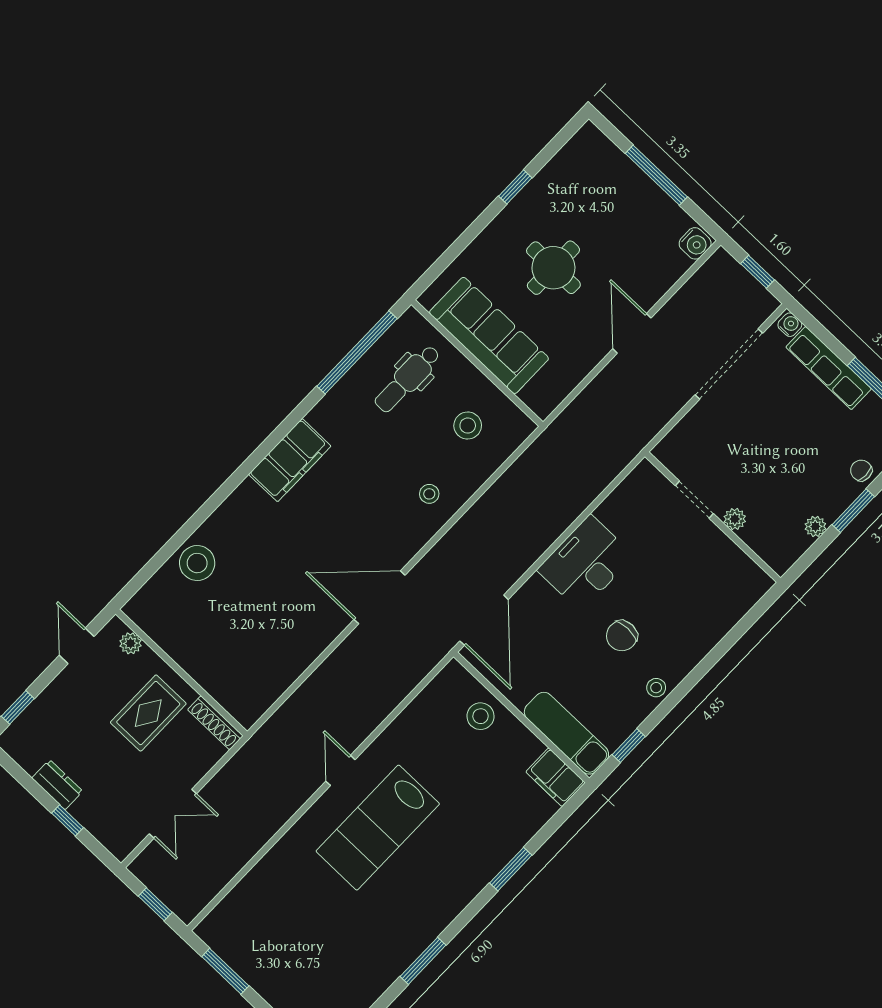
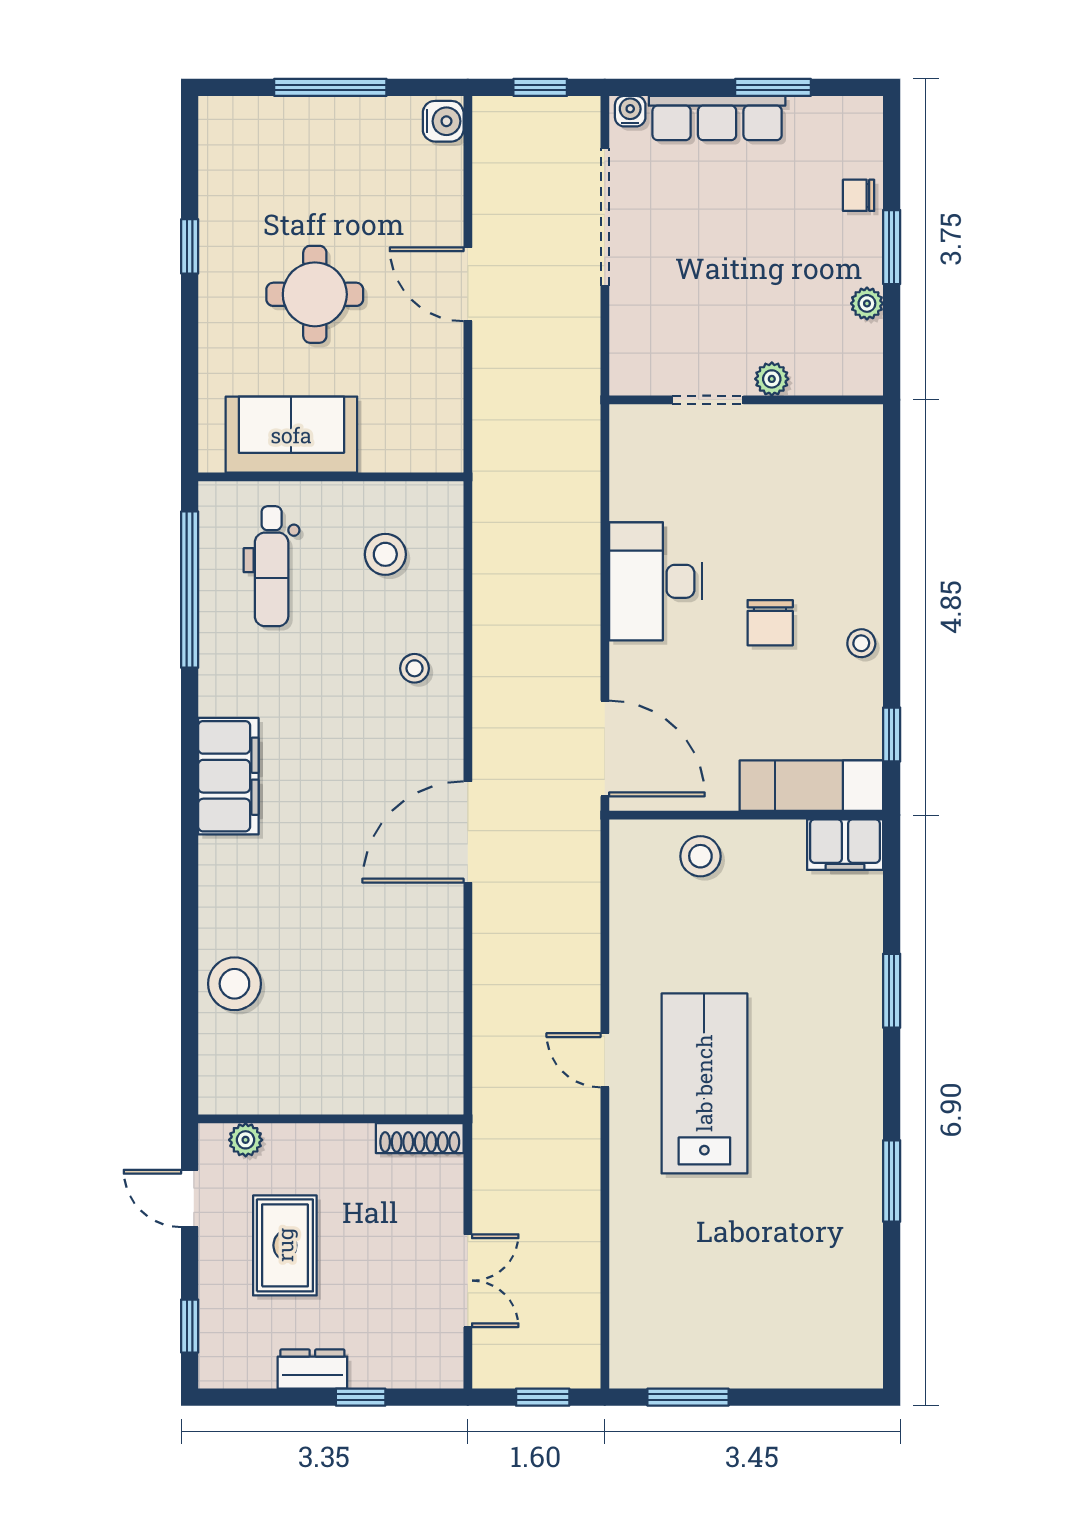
sofa: (489, 335) -> (291, 435), width x0.73
rug: (148, 713) -> (285, 1245), moved
lab bench: (378, 828) -> (704, 1083), turned 180

